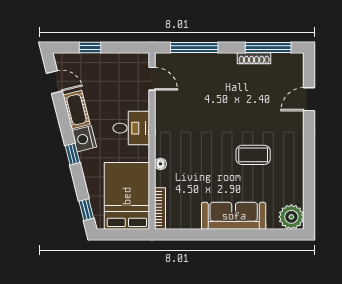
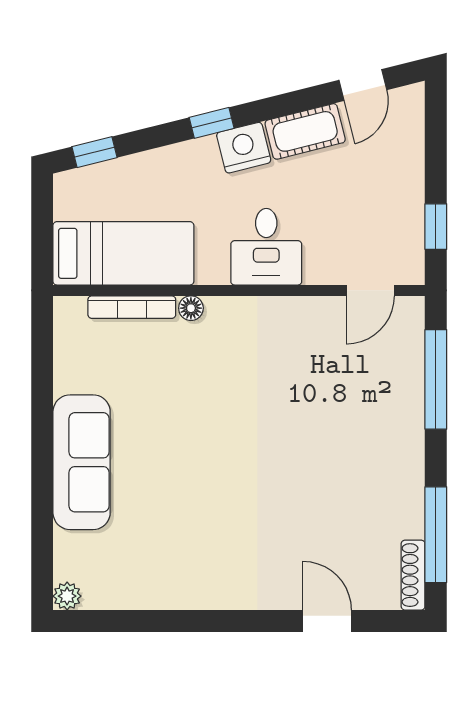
window: (90, 48) -> (436, 227), moved
shoe rack: (254, 58) -> (413, 575), moved
coffee table: (253, 155) -> (210, 503), removed
bed: (127, 196) -> (123, 253), width x0.67
bookcase: (160, 209) -> (132, 307), moved
plant: (291, 217) -> (67, 596), width x0.53, depth x0.53

